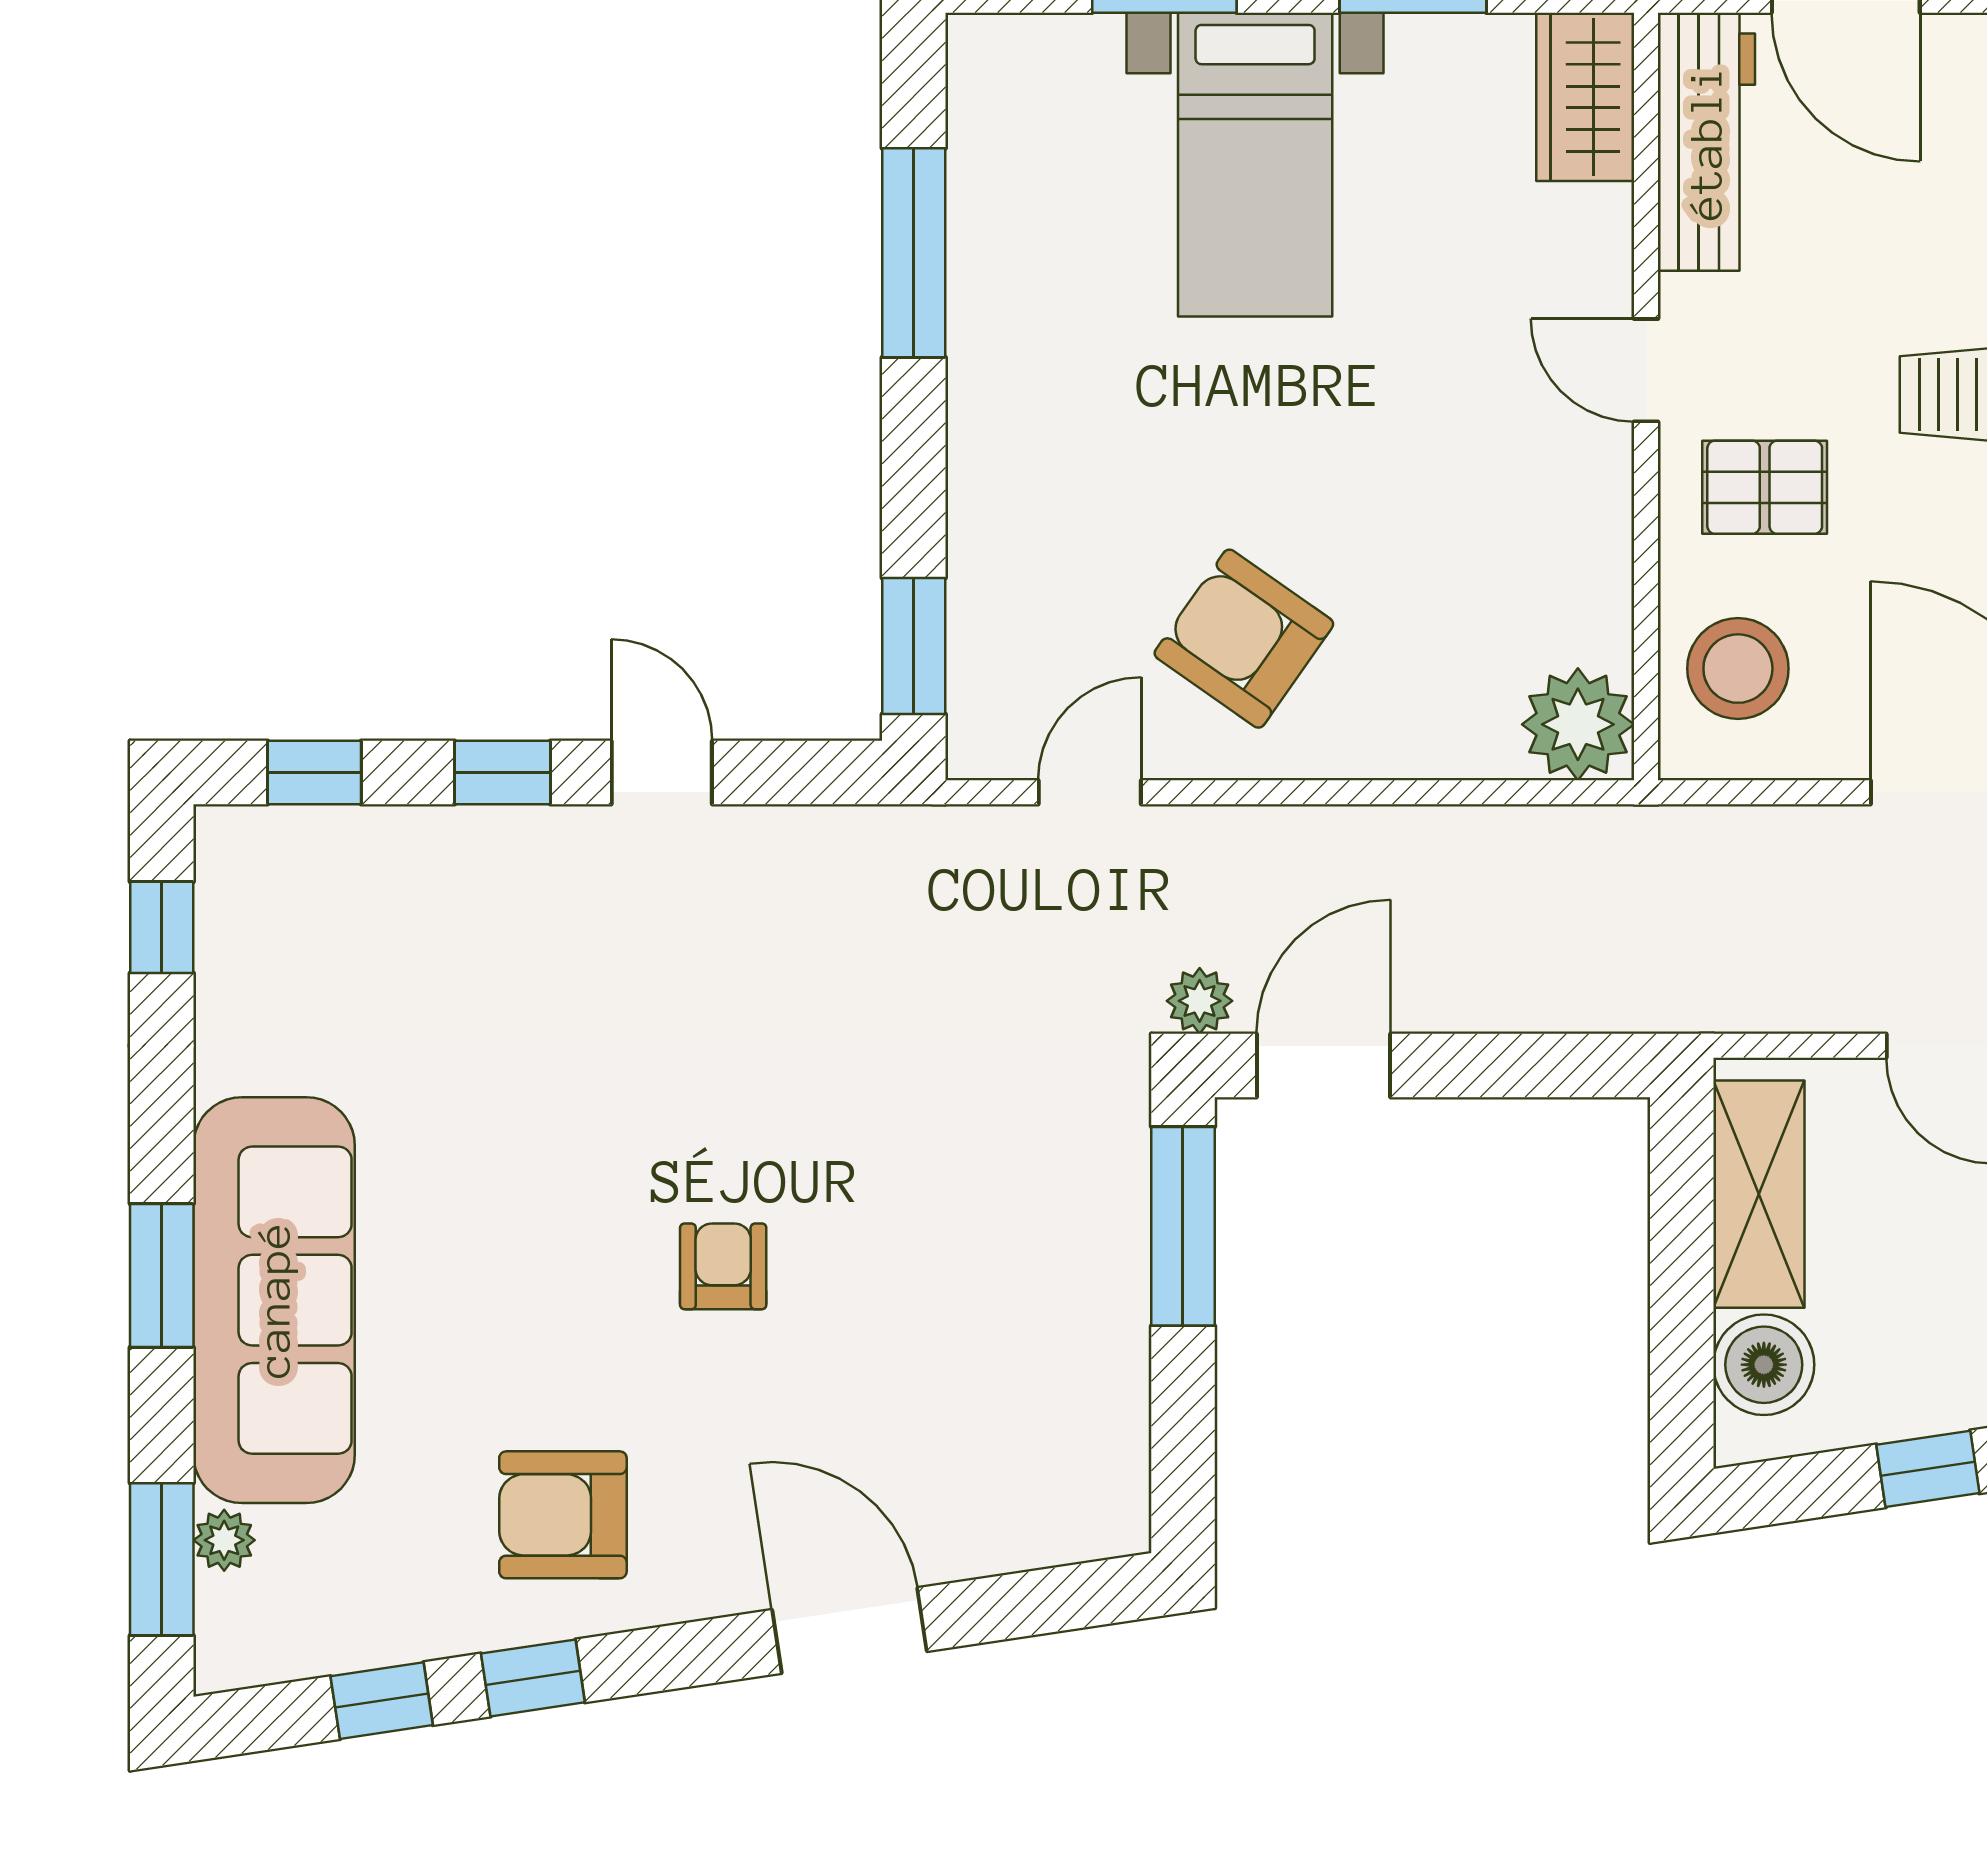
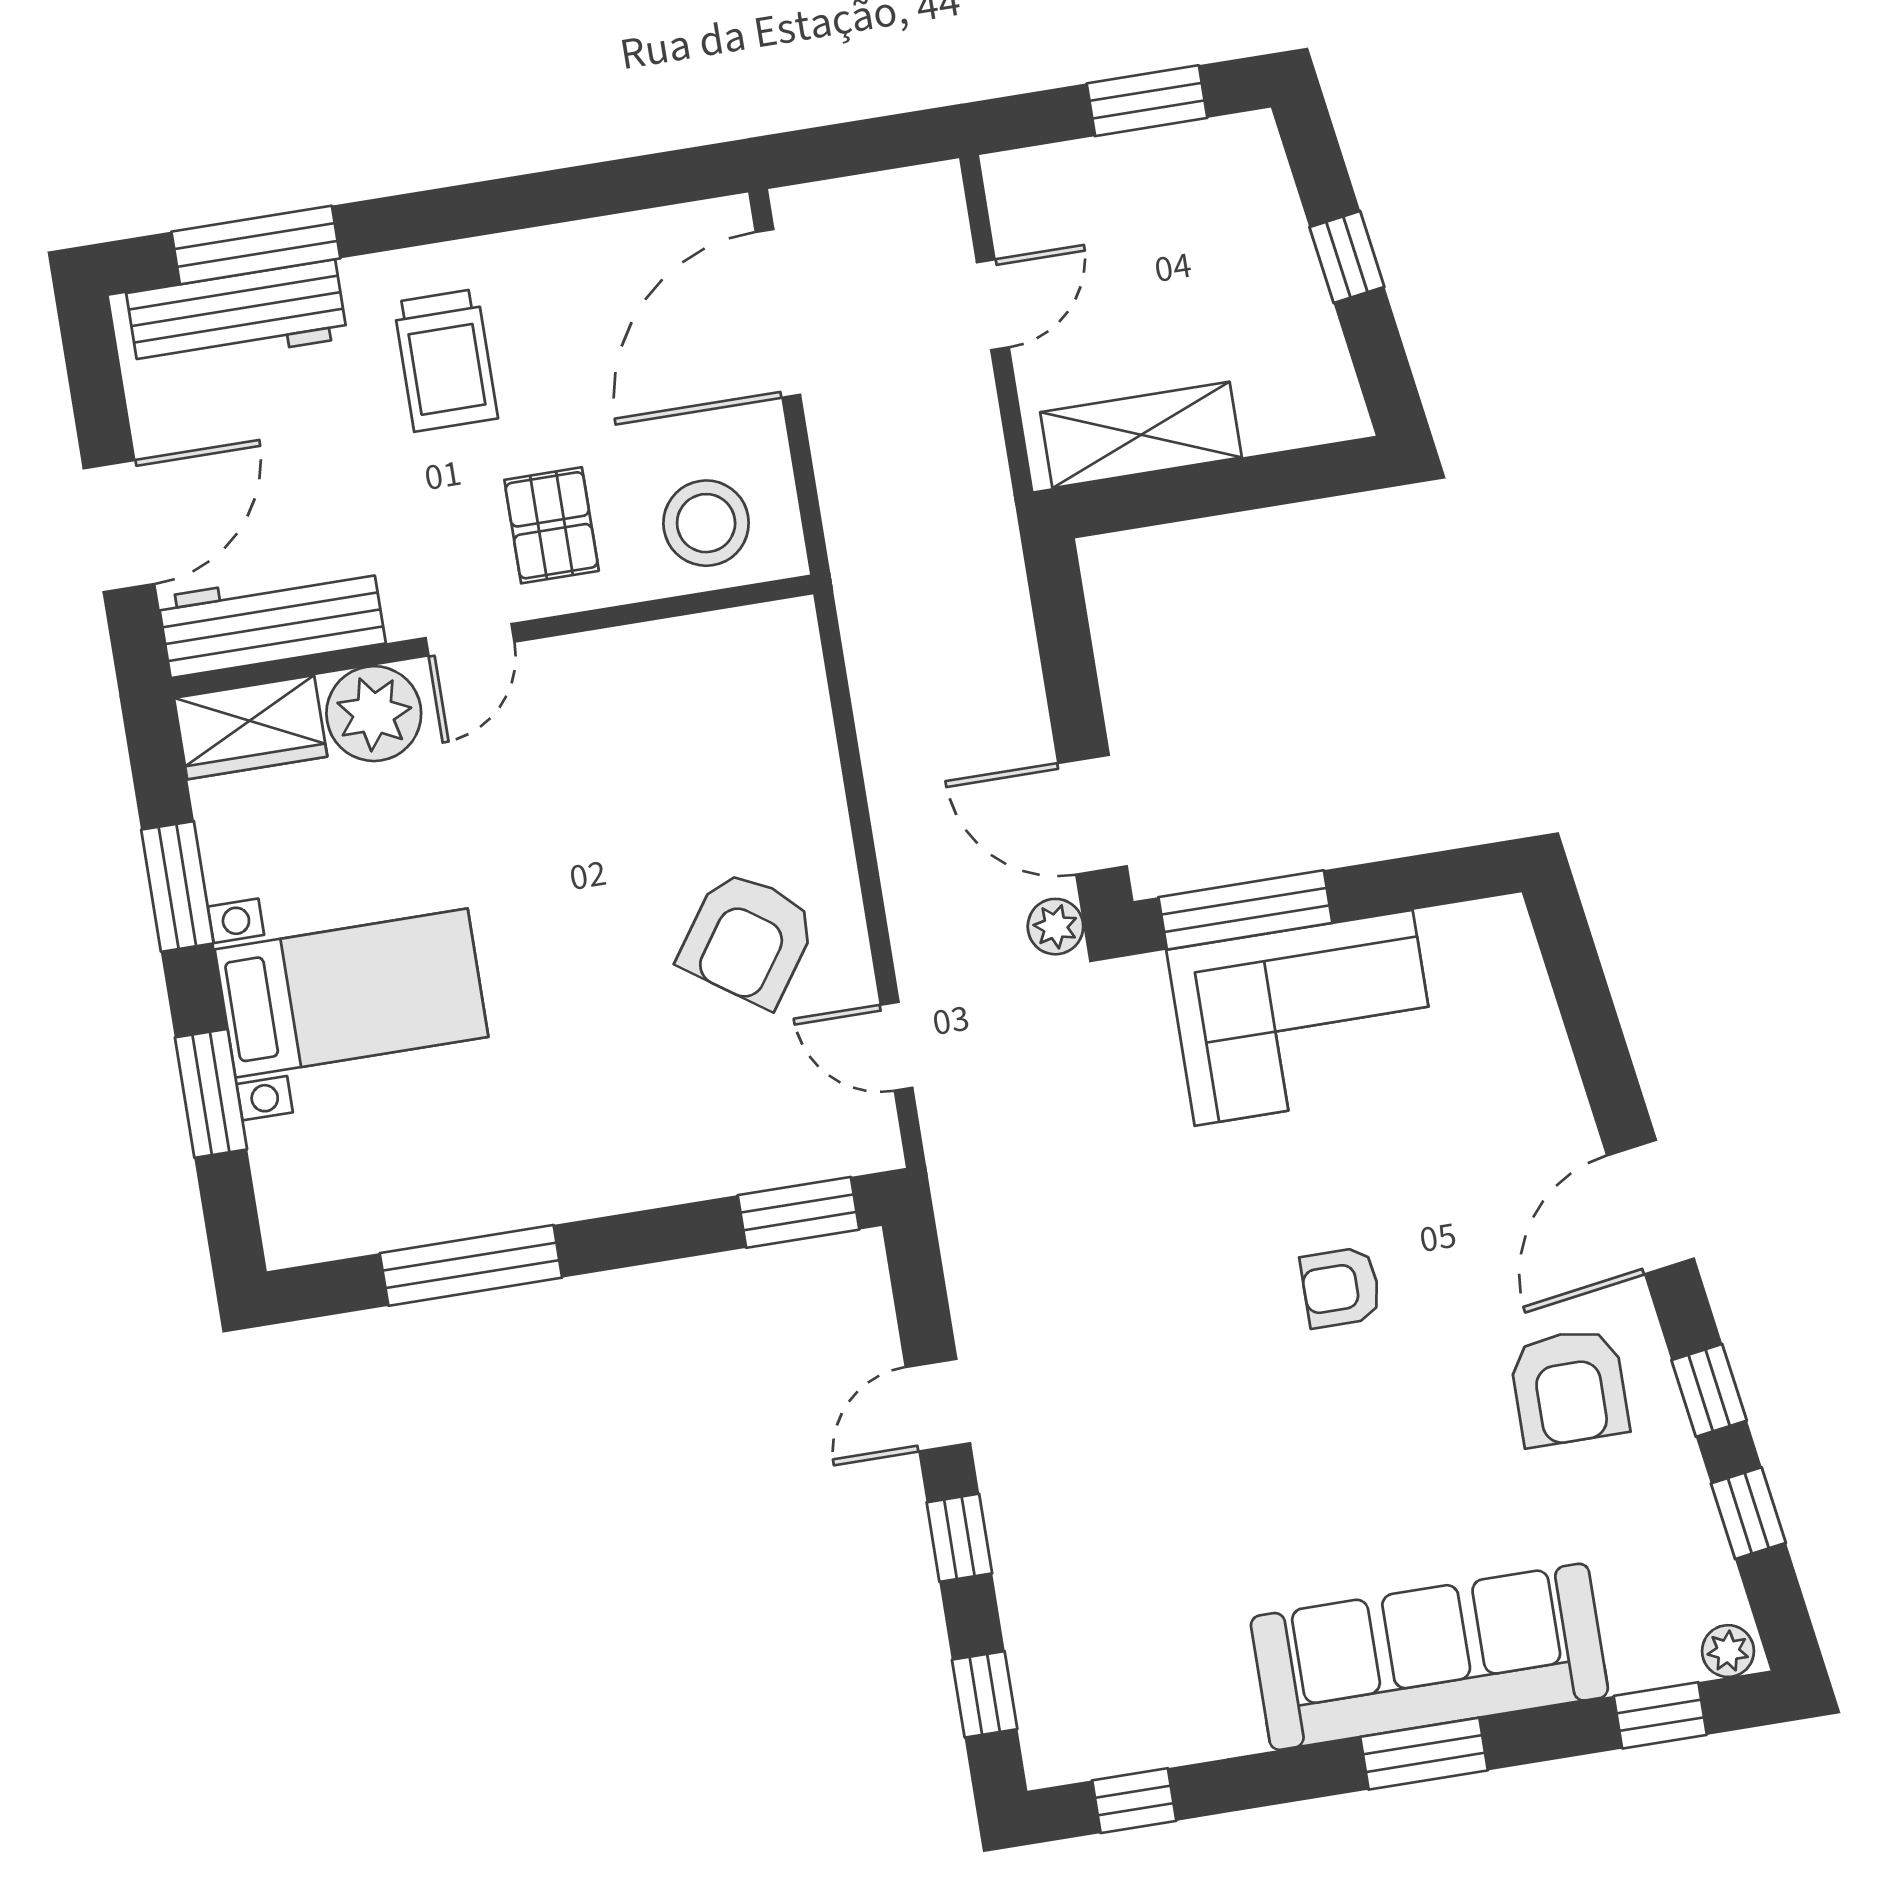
plant: (1578, 724) -> (374, 714), moved
corner sofa: (1046, 1274) -> (1304, 1018), added
boiler: (1764, 1365) -> (1282, 408), removed
plant: (224, 1540) -> (1728, 1651), moved
window: (162, 1559) -> (1660, 1715), width x0.67
door: (850, 1630) -> (1650, 1207), moved

